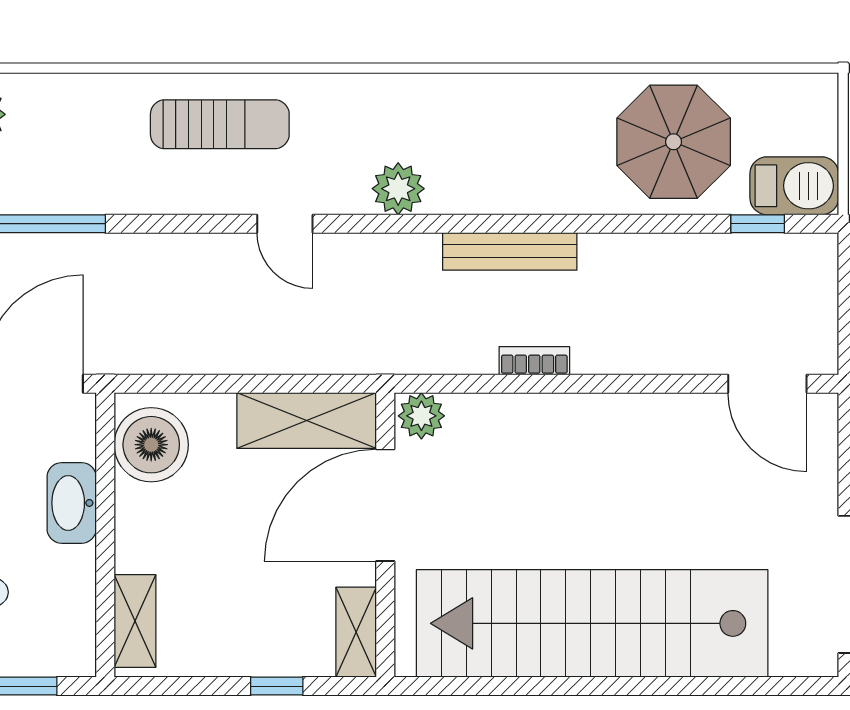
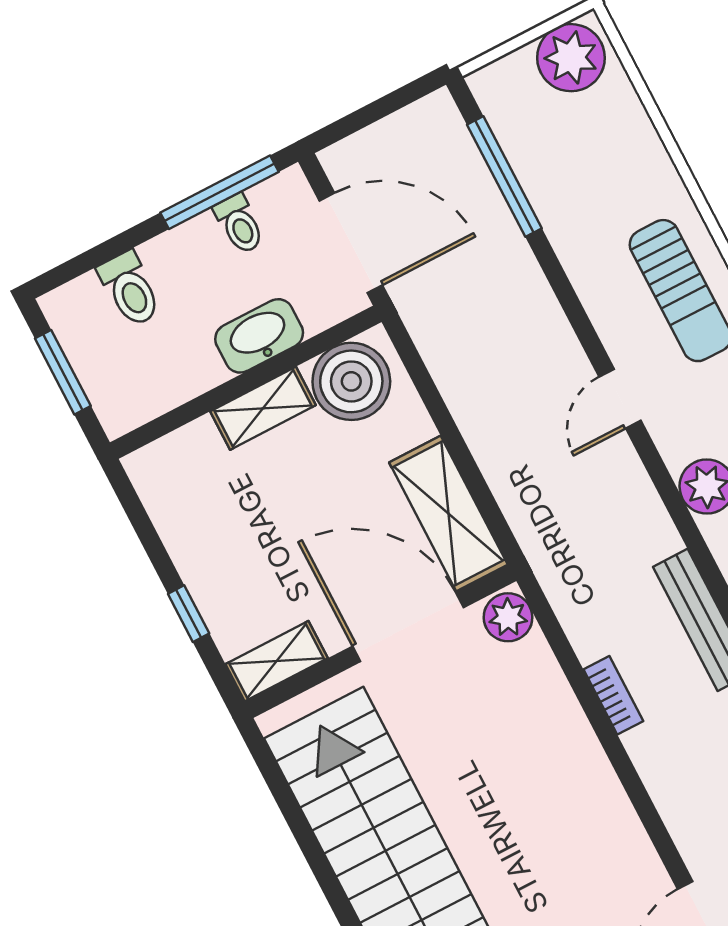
shelving: (135, 621) -> (263, 408), moved

